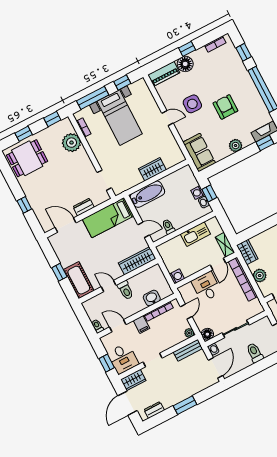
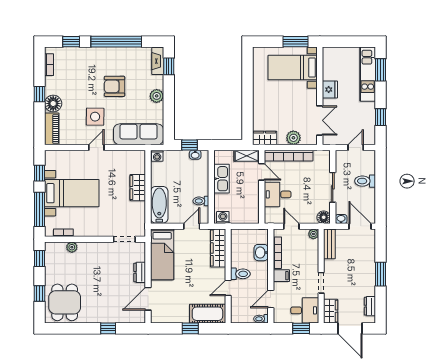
plant: (72, 143) -> (72, 247), width x0.53, depth x0.53
sofa: (199, 153) -> (139, 134), width x1.36
washing machine: (198, 193) -> (157, 156), moved
washing machine: (177, 276) -> (223, 218), moved

